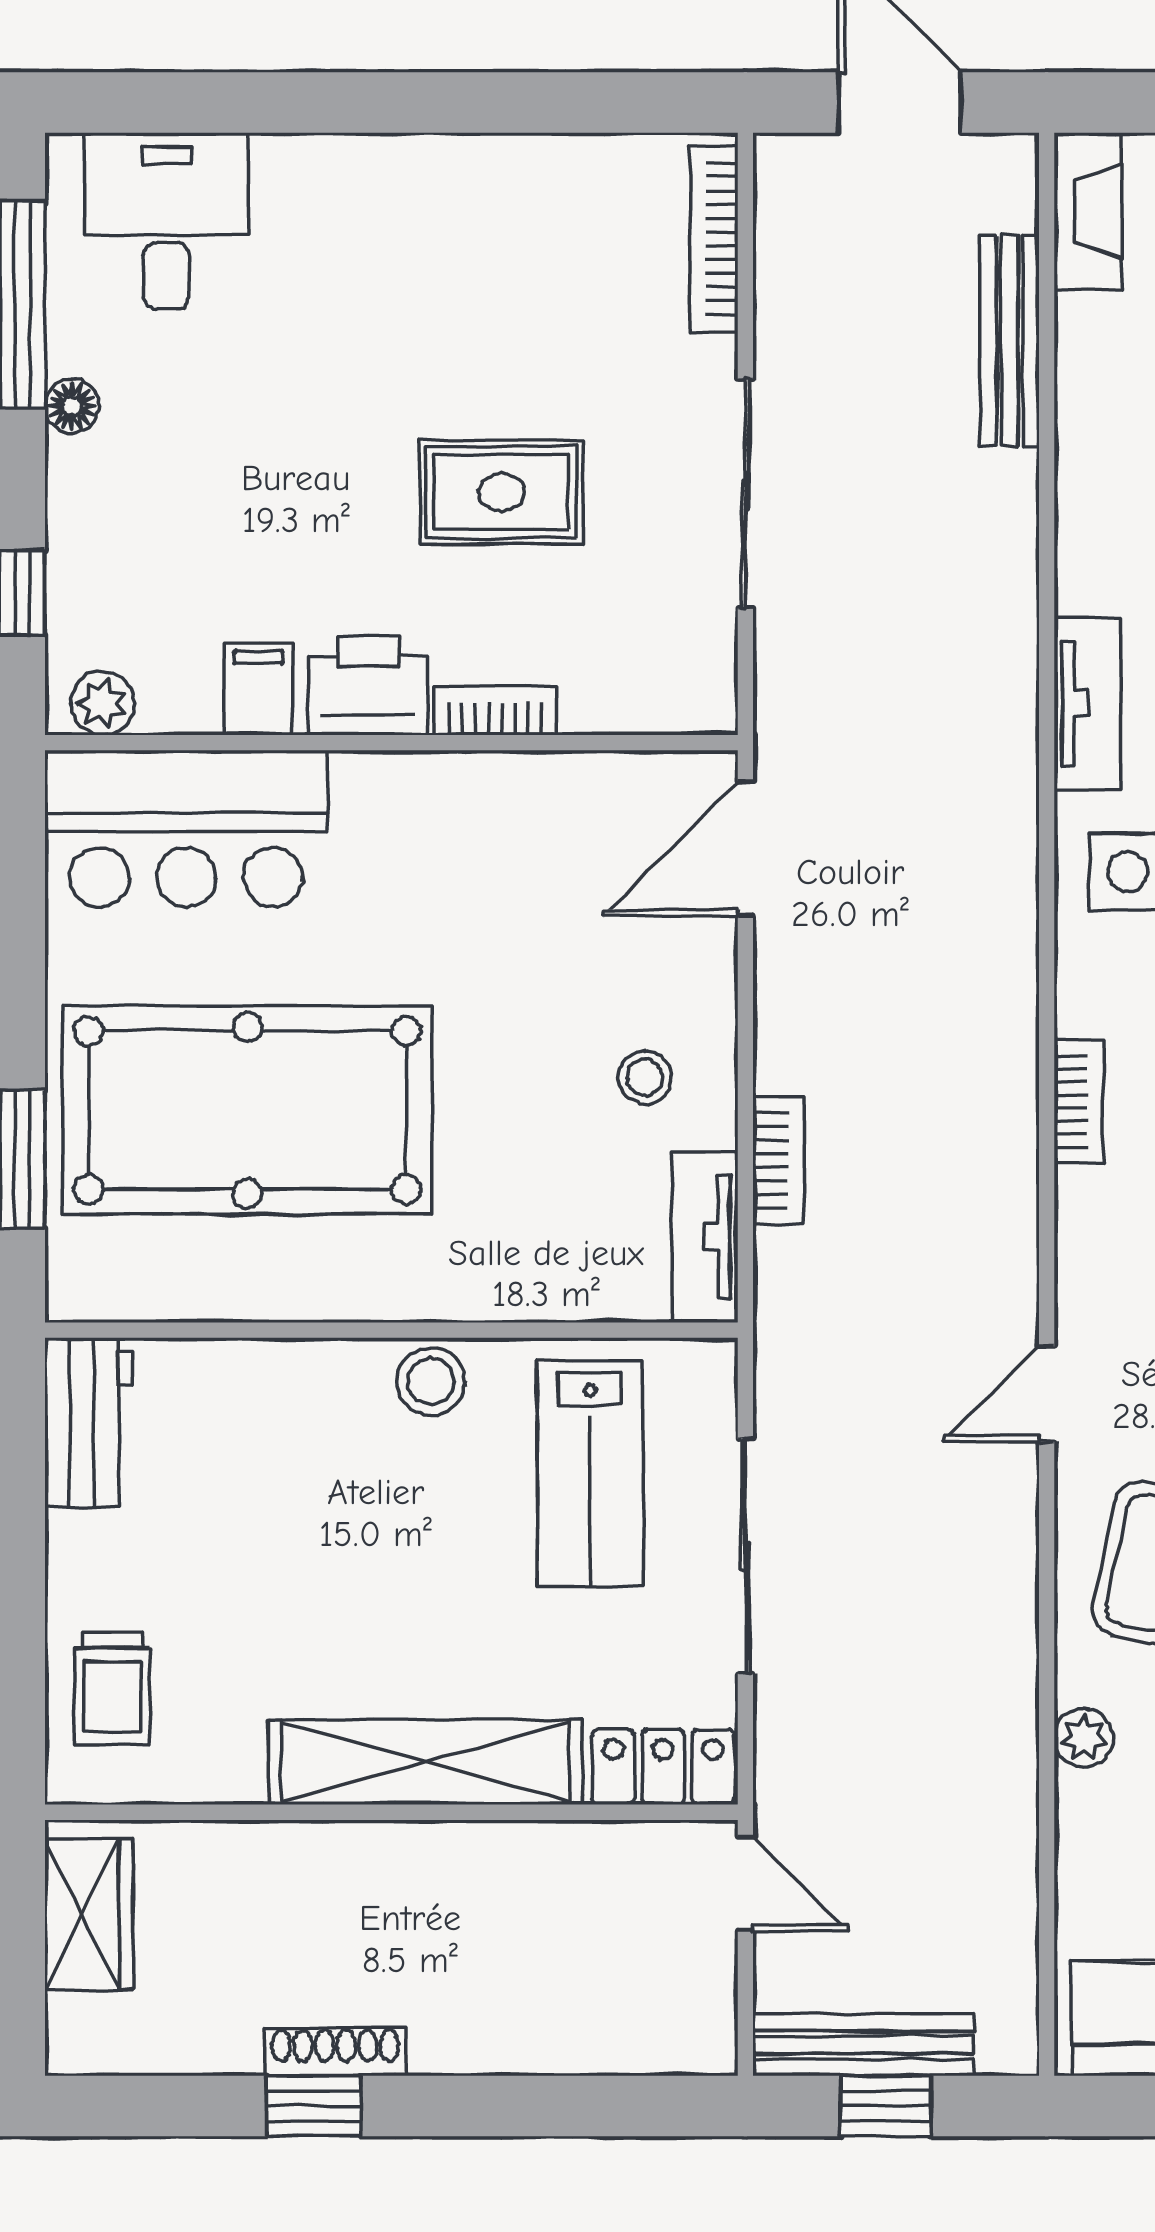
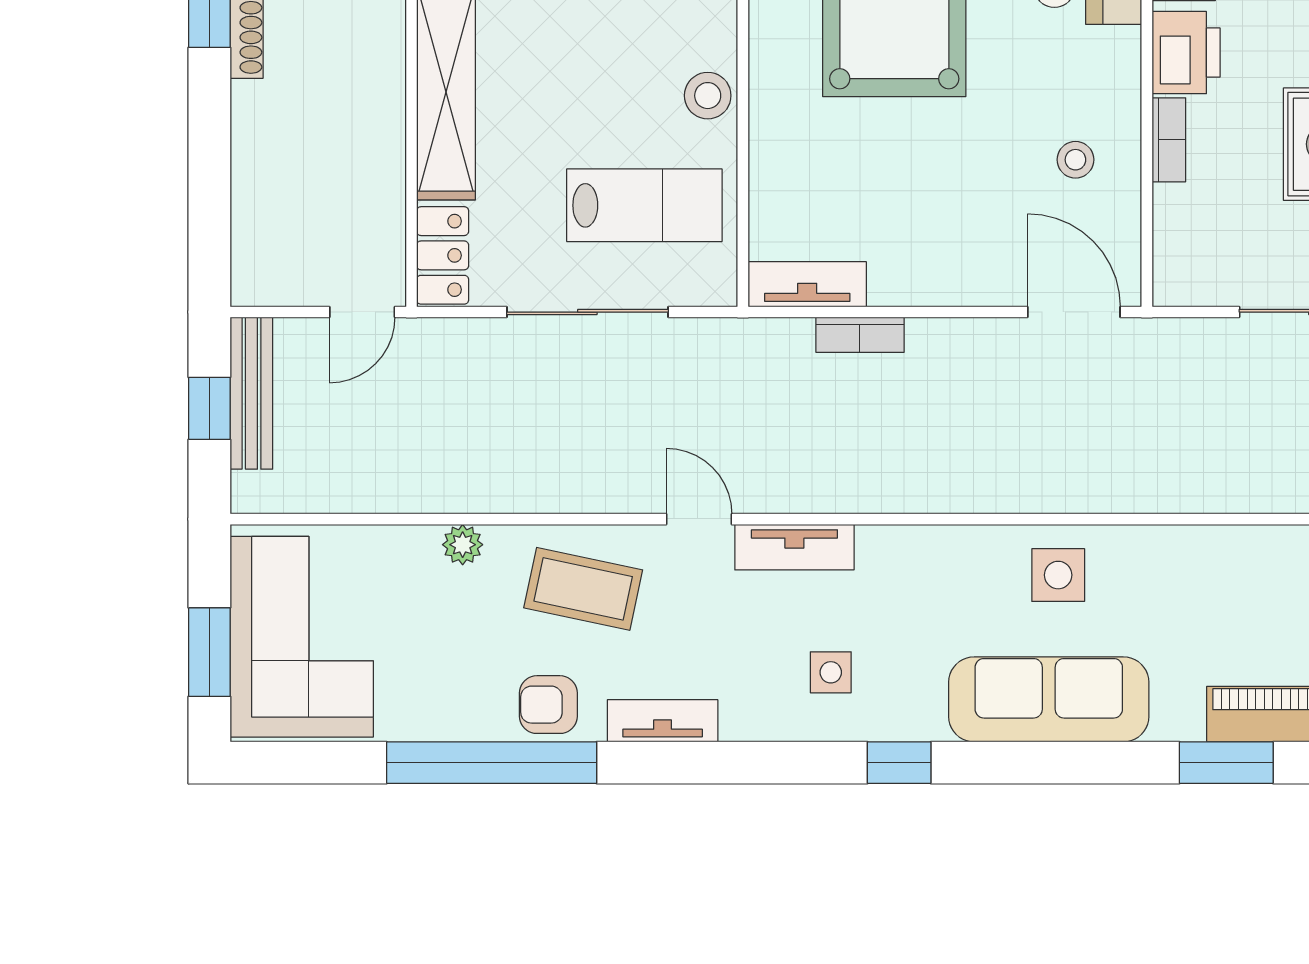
tv unit: (1087, 703) -> (794, 547), moved
stool: (645, 1078) -> (1075, 160), moved
bookcase: (1079, 1102) -> (900, 541), removed
lab bench: (590, 1474) -> (644, 205), turned 180

